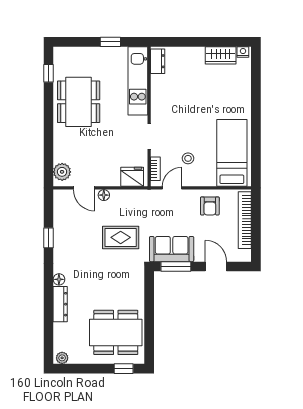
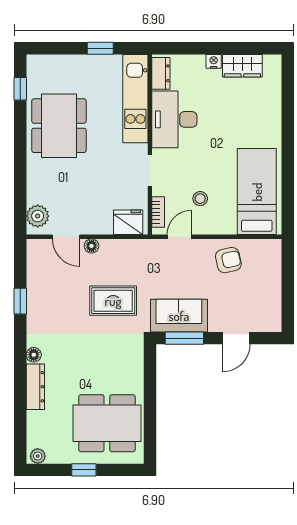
nightstand: (243, 52) -> (214, 61), moved
desk: (168, 97) -> (174, 119), added
armchair: (210, 206) -> (228, 260), turned -103
bookcase: (245, 220) -> (273, 278), removed
door: (216, 266) -> (236, 338), swing flipped
window: (124, 369) -> (84, 470), moved

